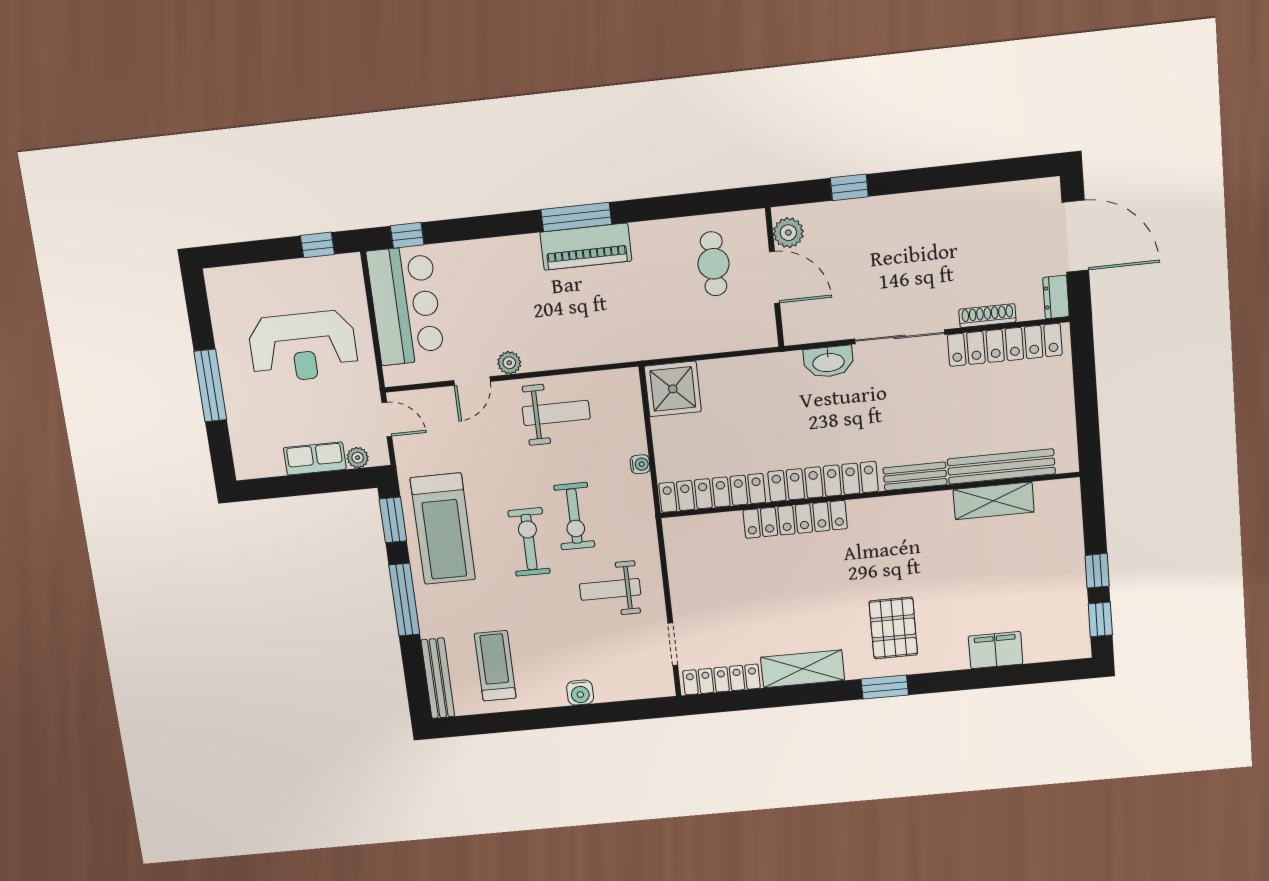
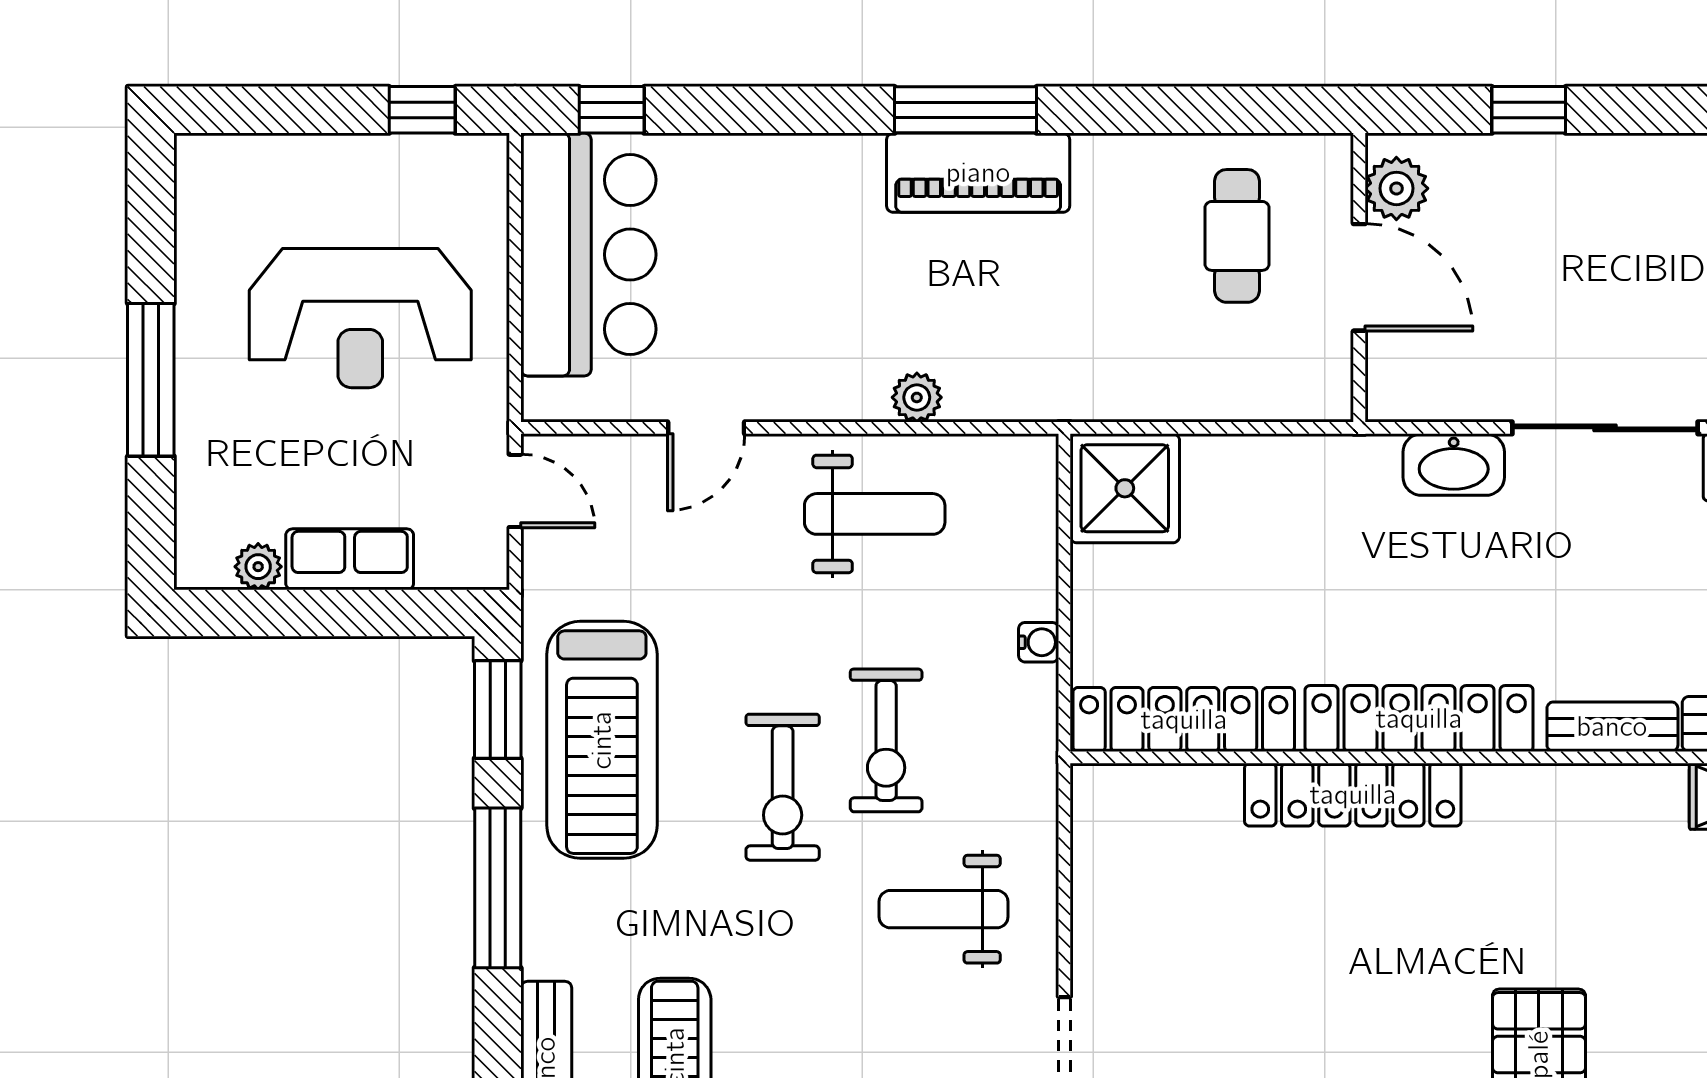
plant: (509, 363) -> (917, 397), moved
plant: (358, 458) -> (258, 567), moved
exercise bike: (529, 542) -> (783, 787), turned 180

